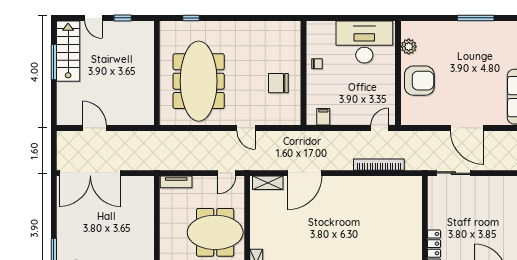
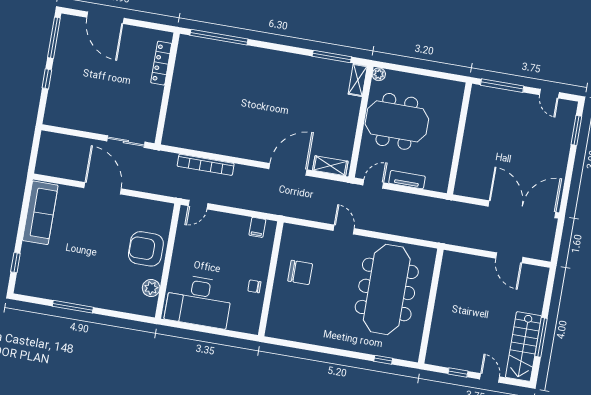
tv unit: (176, 182) -> (407, 180), moved

